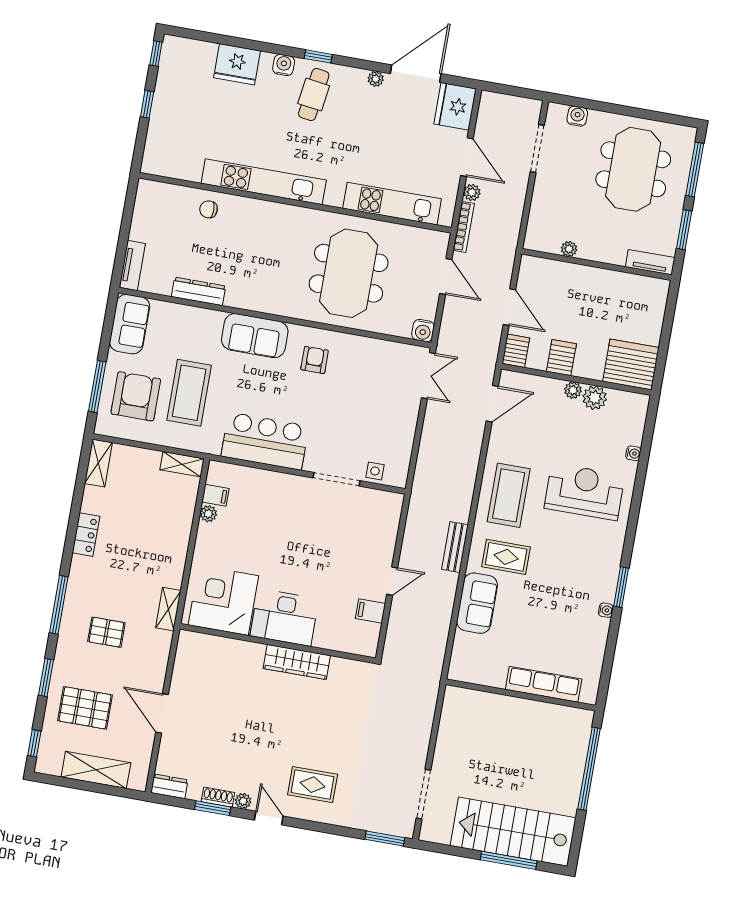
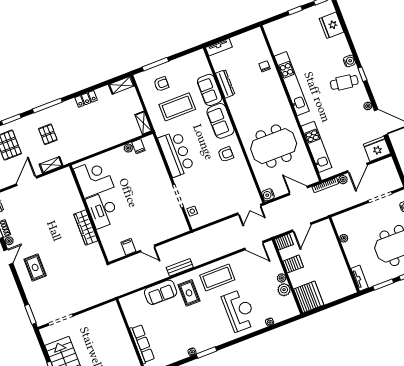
fridge: (237, 64) -> (332, 25), moved
door: (446, 276) -> (298, 191), swing flipped
sofa: (130, 324) -> (210, 90), moved, turned 90
armchair: (136, 396) -> (161, 84), width x0.53, depth x0.53
shelving: (168, 609) -> (51, 165), moved

